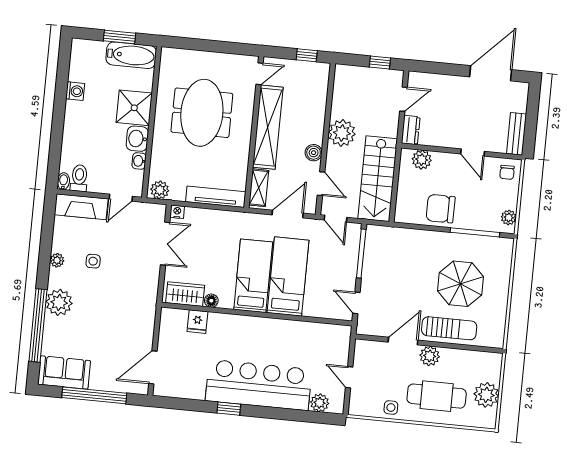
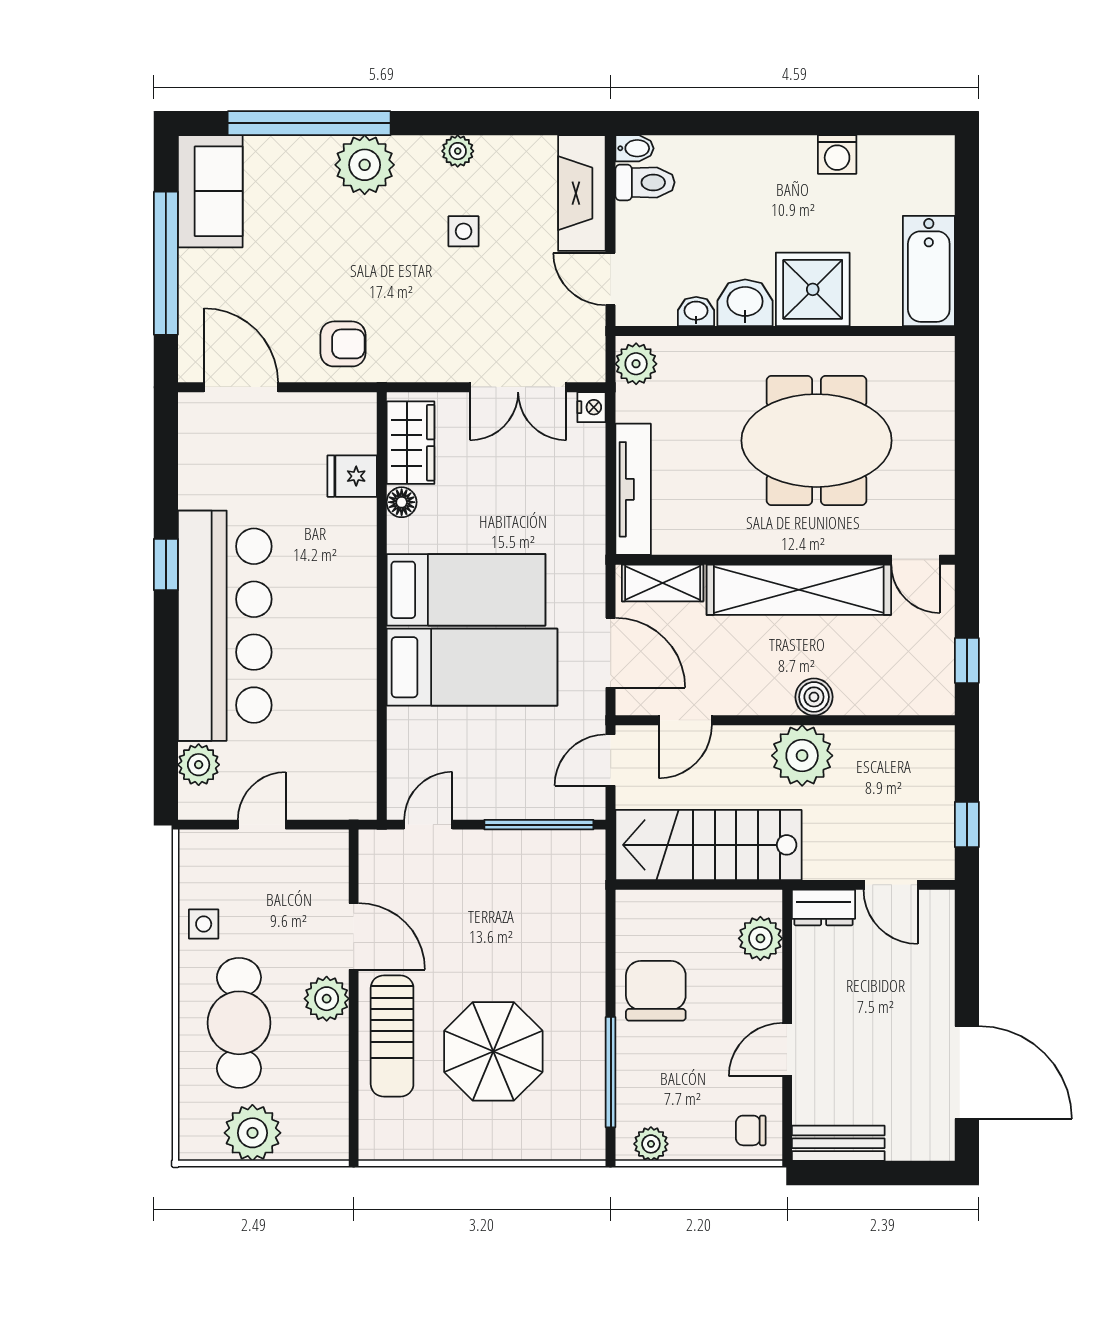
window: (120, 37) -> (967, 241), removed
boiler: (314, 153) -> (814, 697), moved
armchair: (138, 320) -> (343, 344), added

